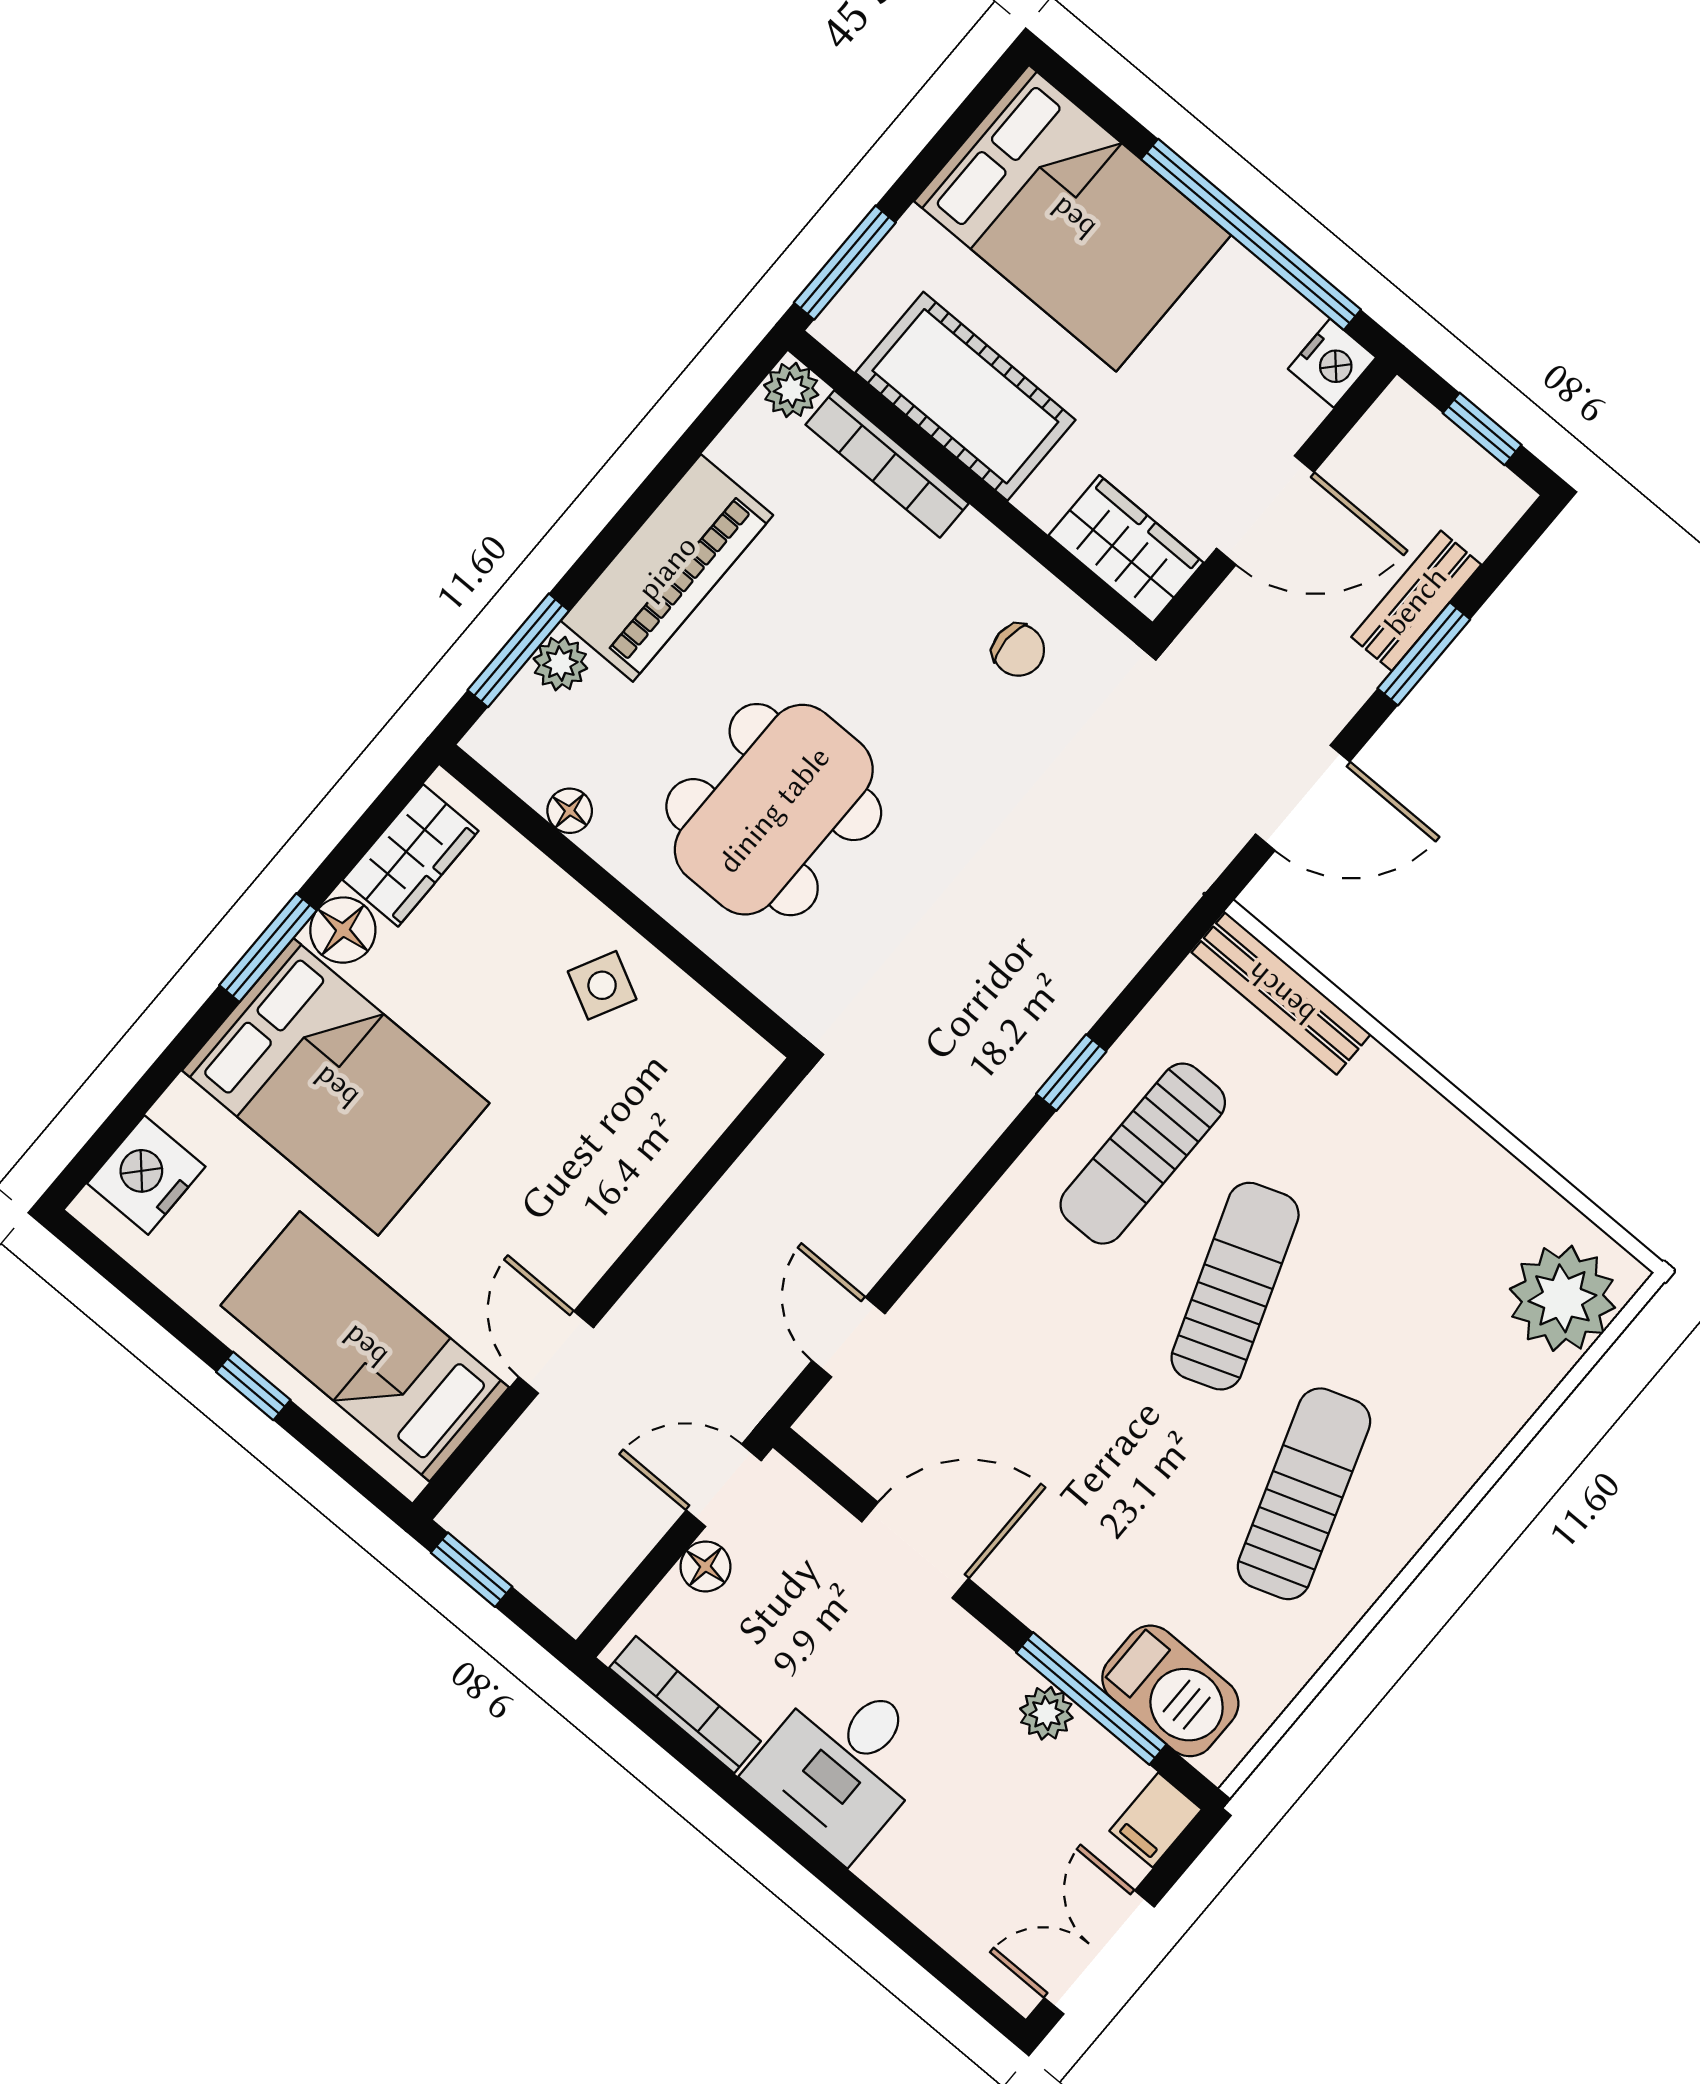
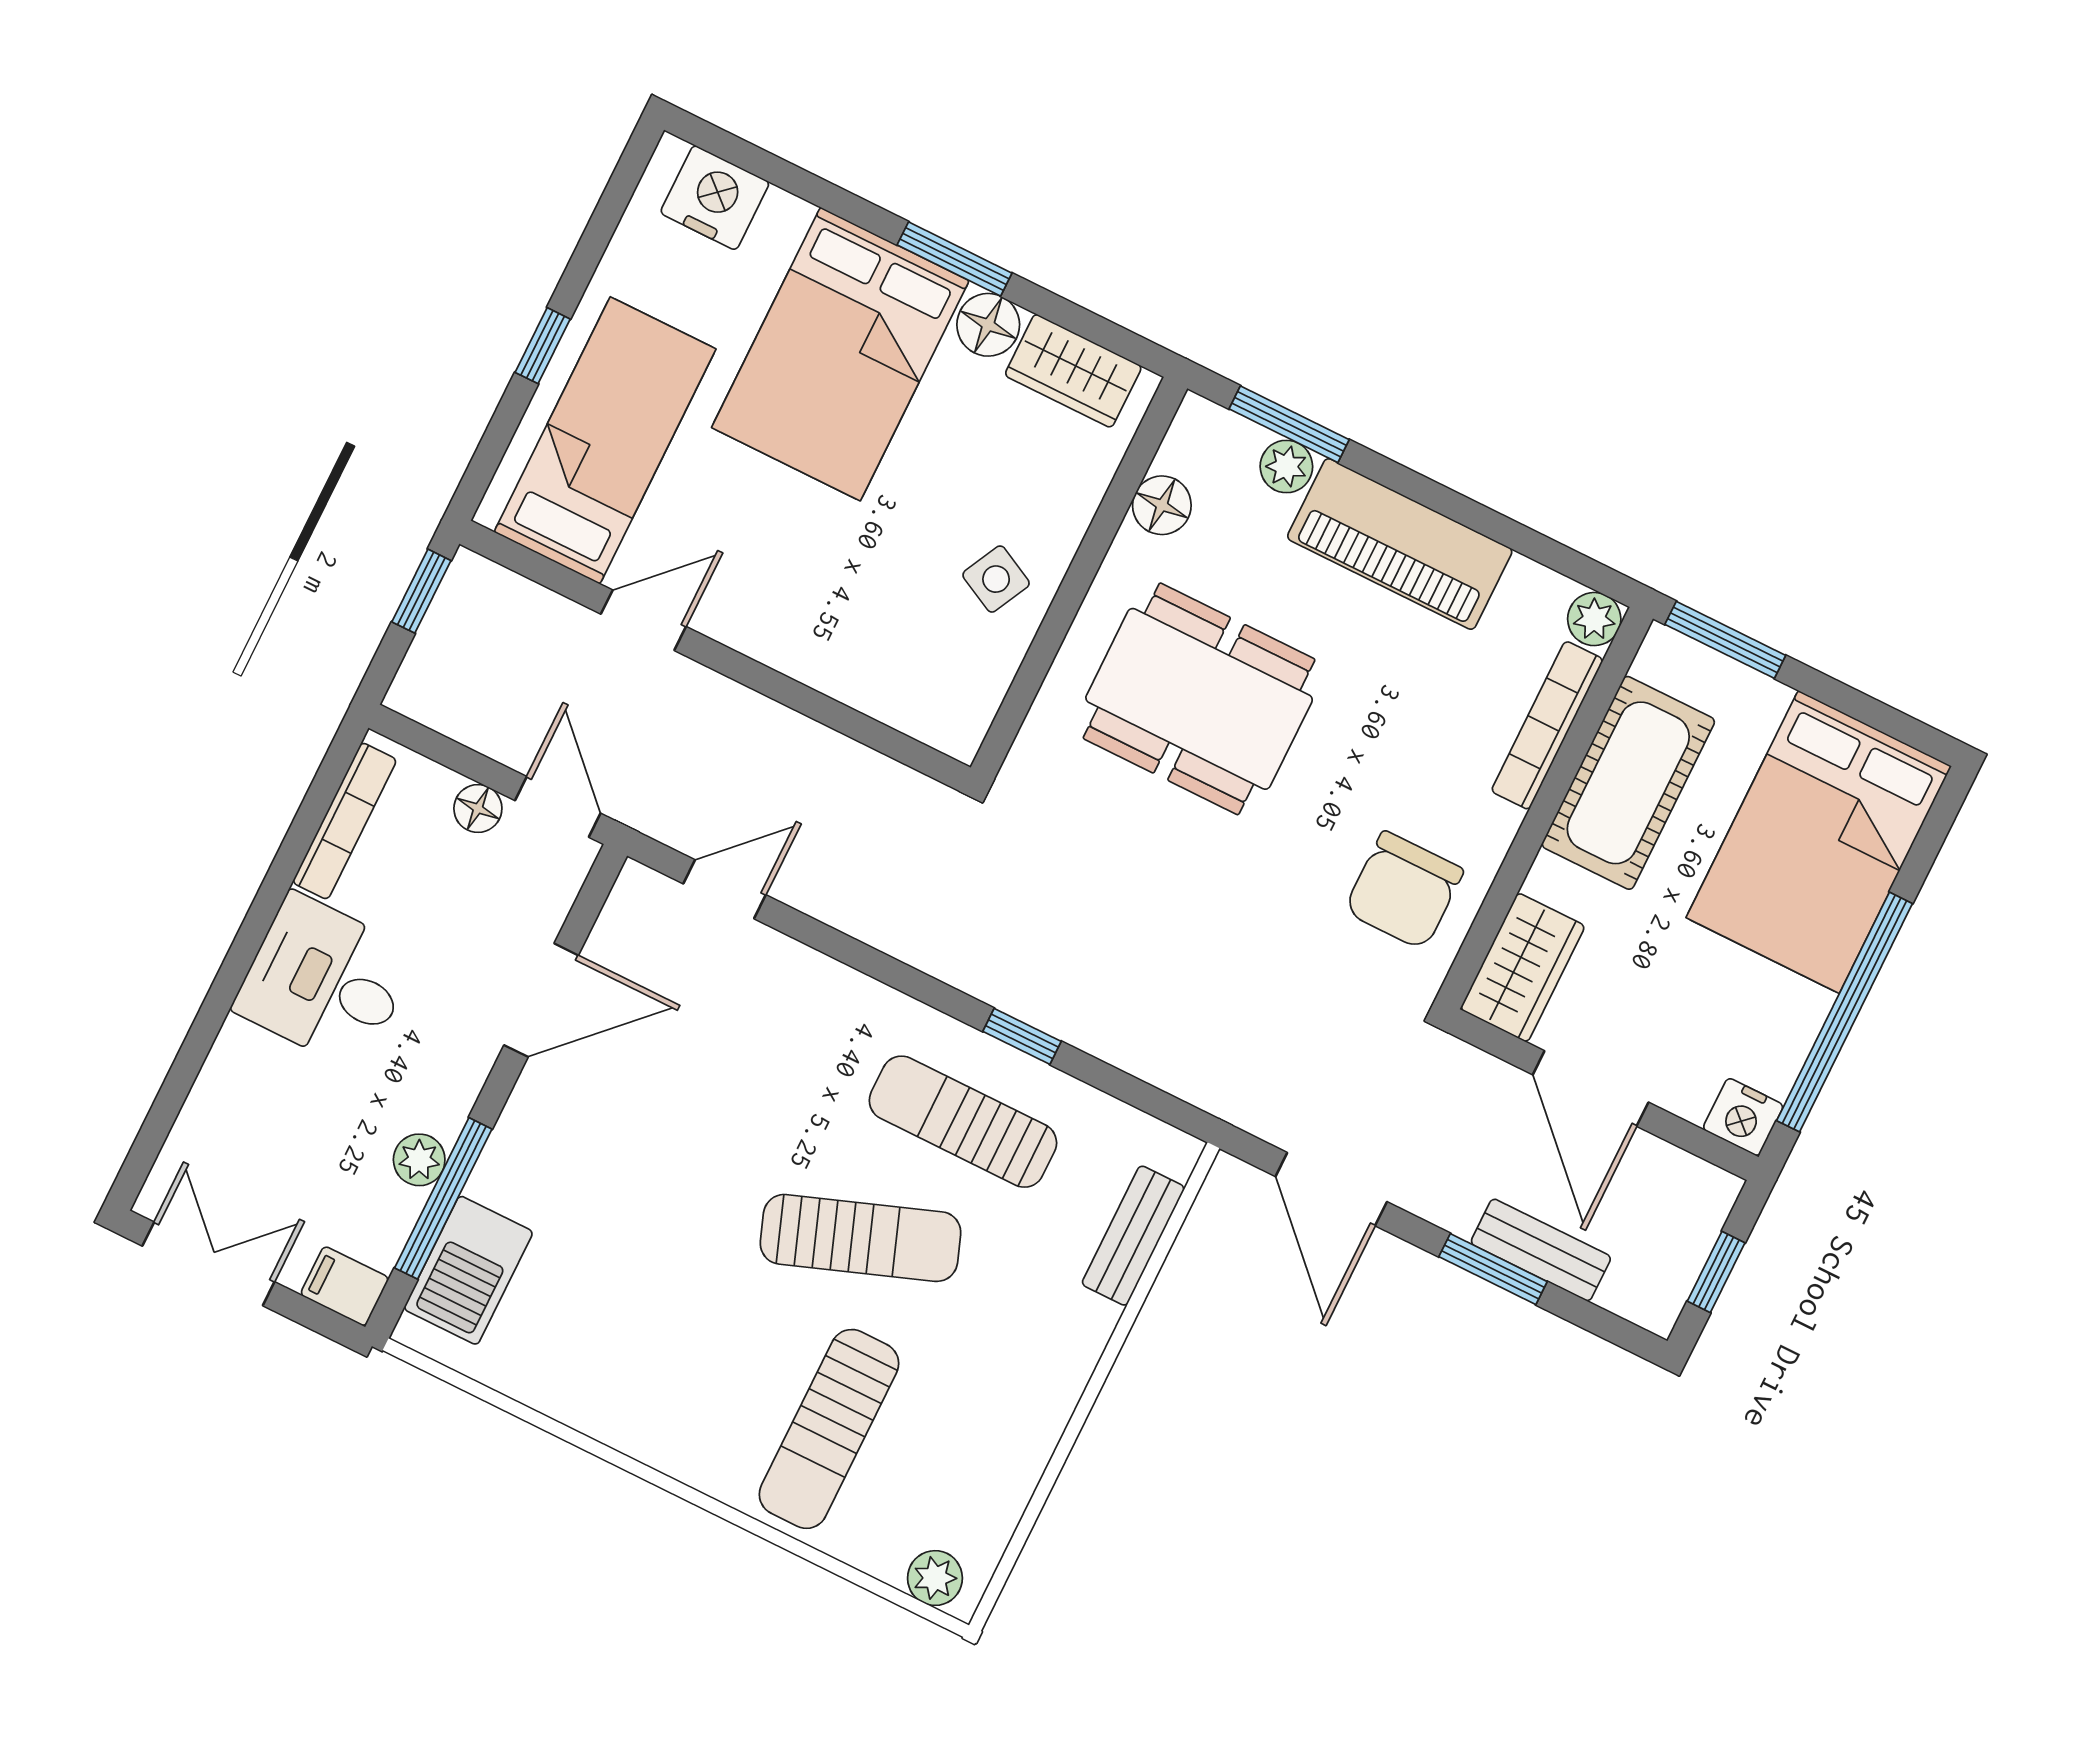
chair: (1018, 650) -> (1404, 890), width x1.87, depth x1.87
floor lamp: (570, 811) -> (1162, 505), width x1.37, depth x1.37
bench: (1281, 993) -> (1133, 1236), width x0.73
plant: (1562, 1298) -> (935, 1578), width x0.53, depth x0.53
sun lounger: (1304, 1494) -> (829, 1429), moved, turned 109
door: (915, 1550) -> (541, 1000), hinge flipped

